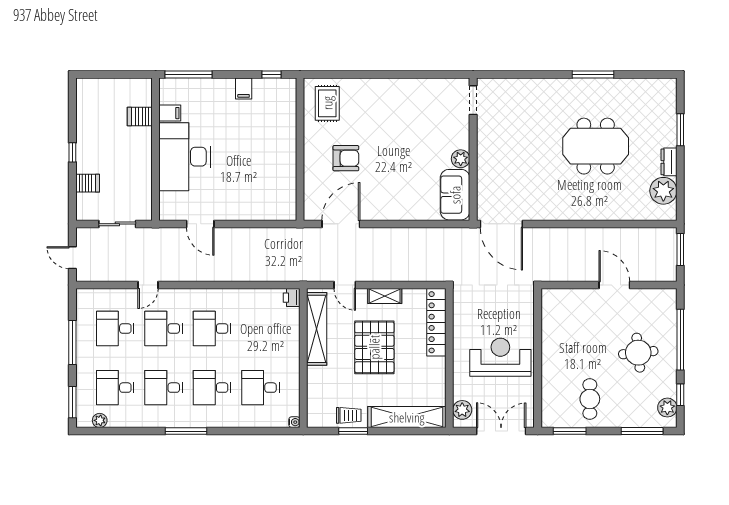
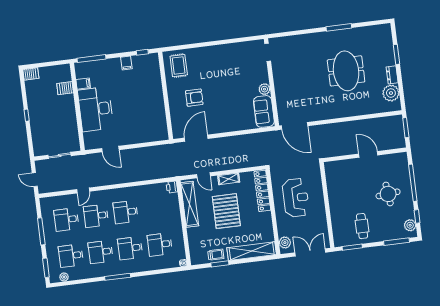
meeting table: (596, 146) -> (346, 71), turned 90
server rack: (88, 183) -> (31, 74), moved
reception desk: (500, 357) -> (296, 198), moved, turned 90

